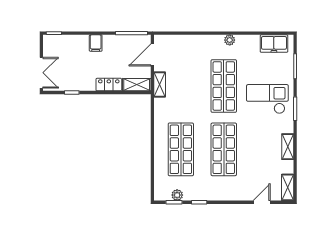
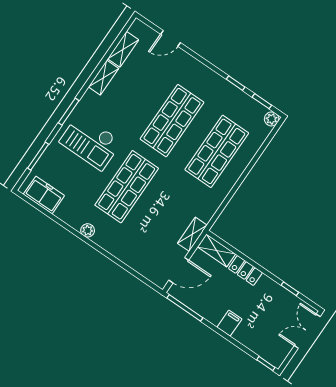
shelving: (288, 187) -> (123, 49), moved
plant: (177, 195) -> (272, 119), moved

